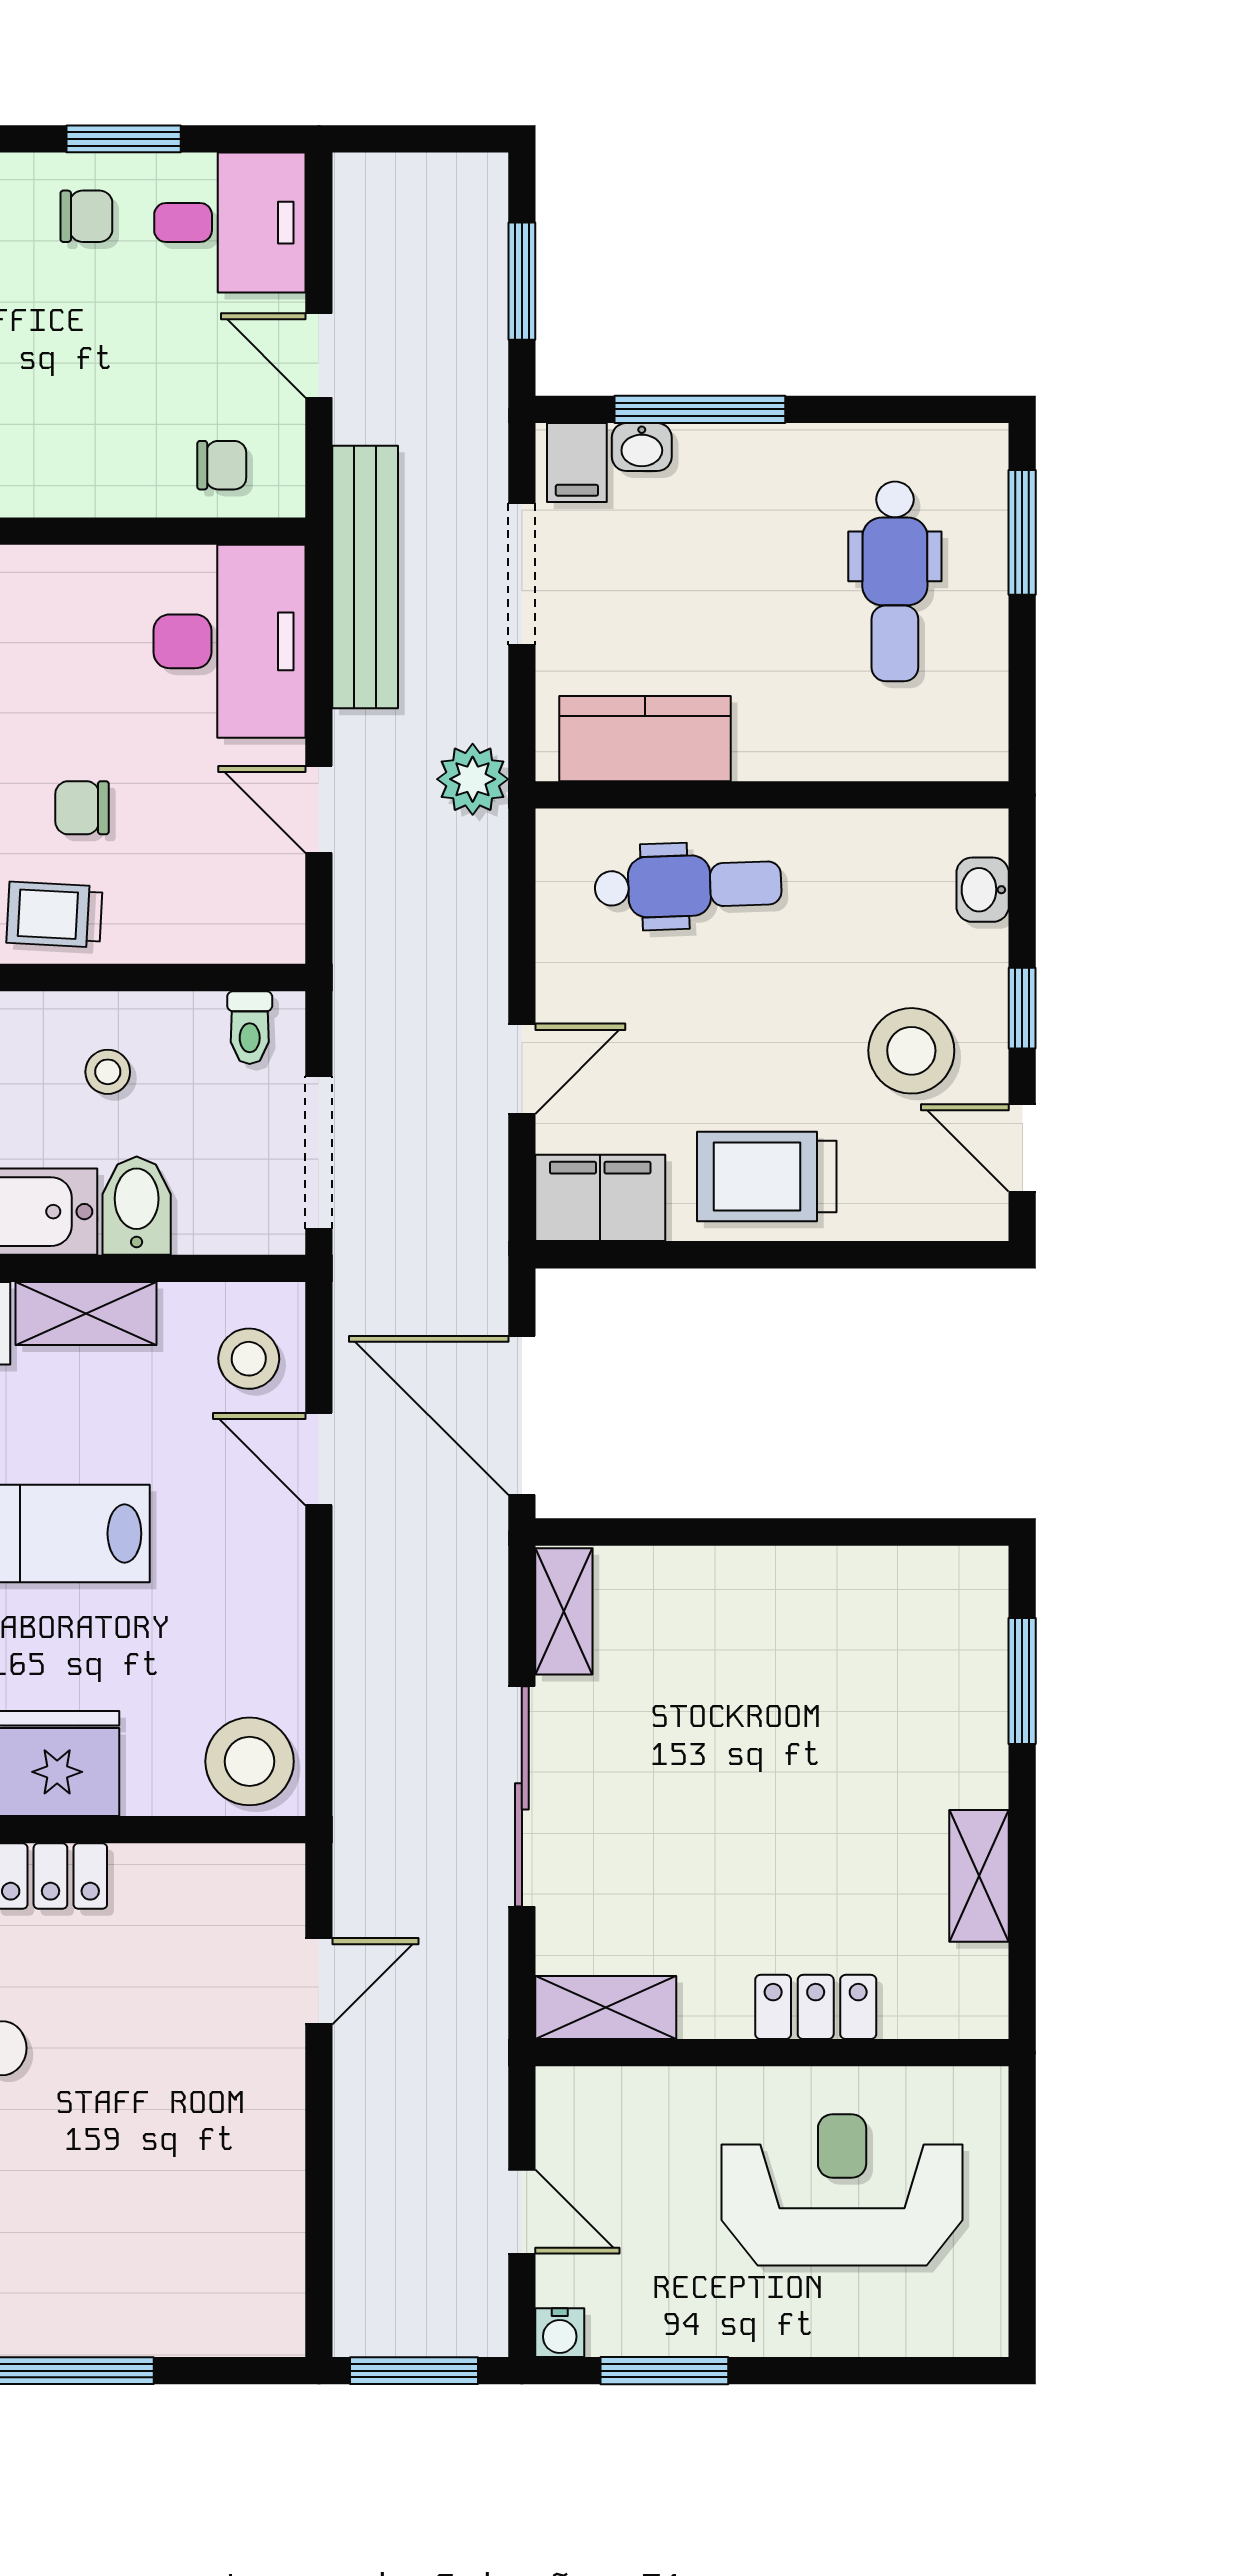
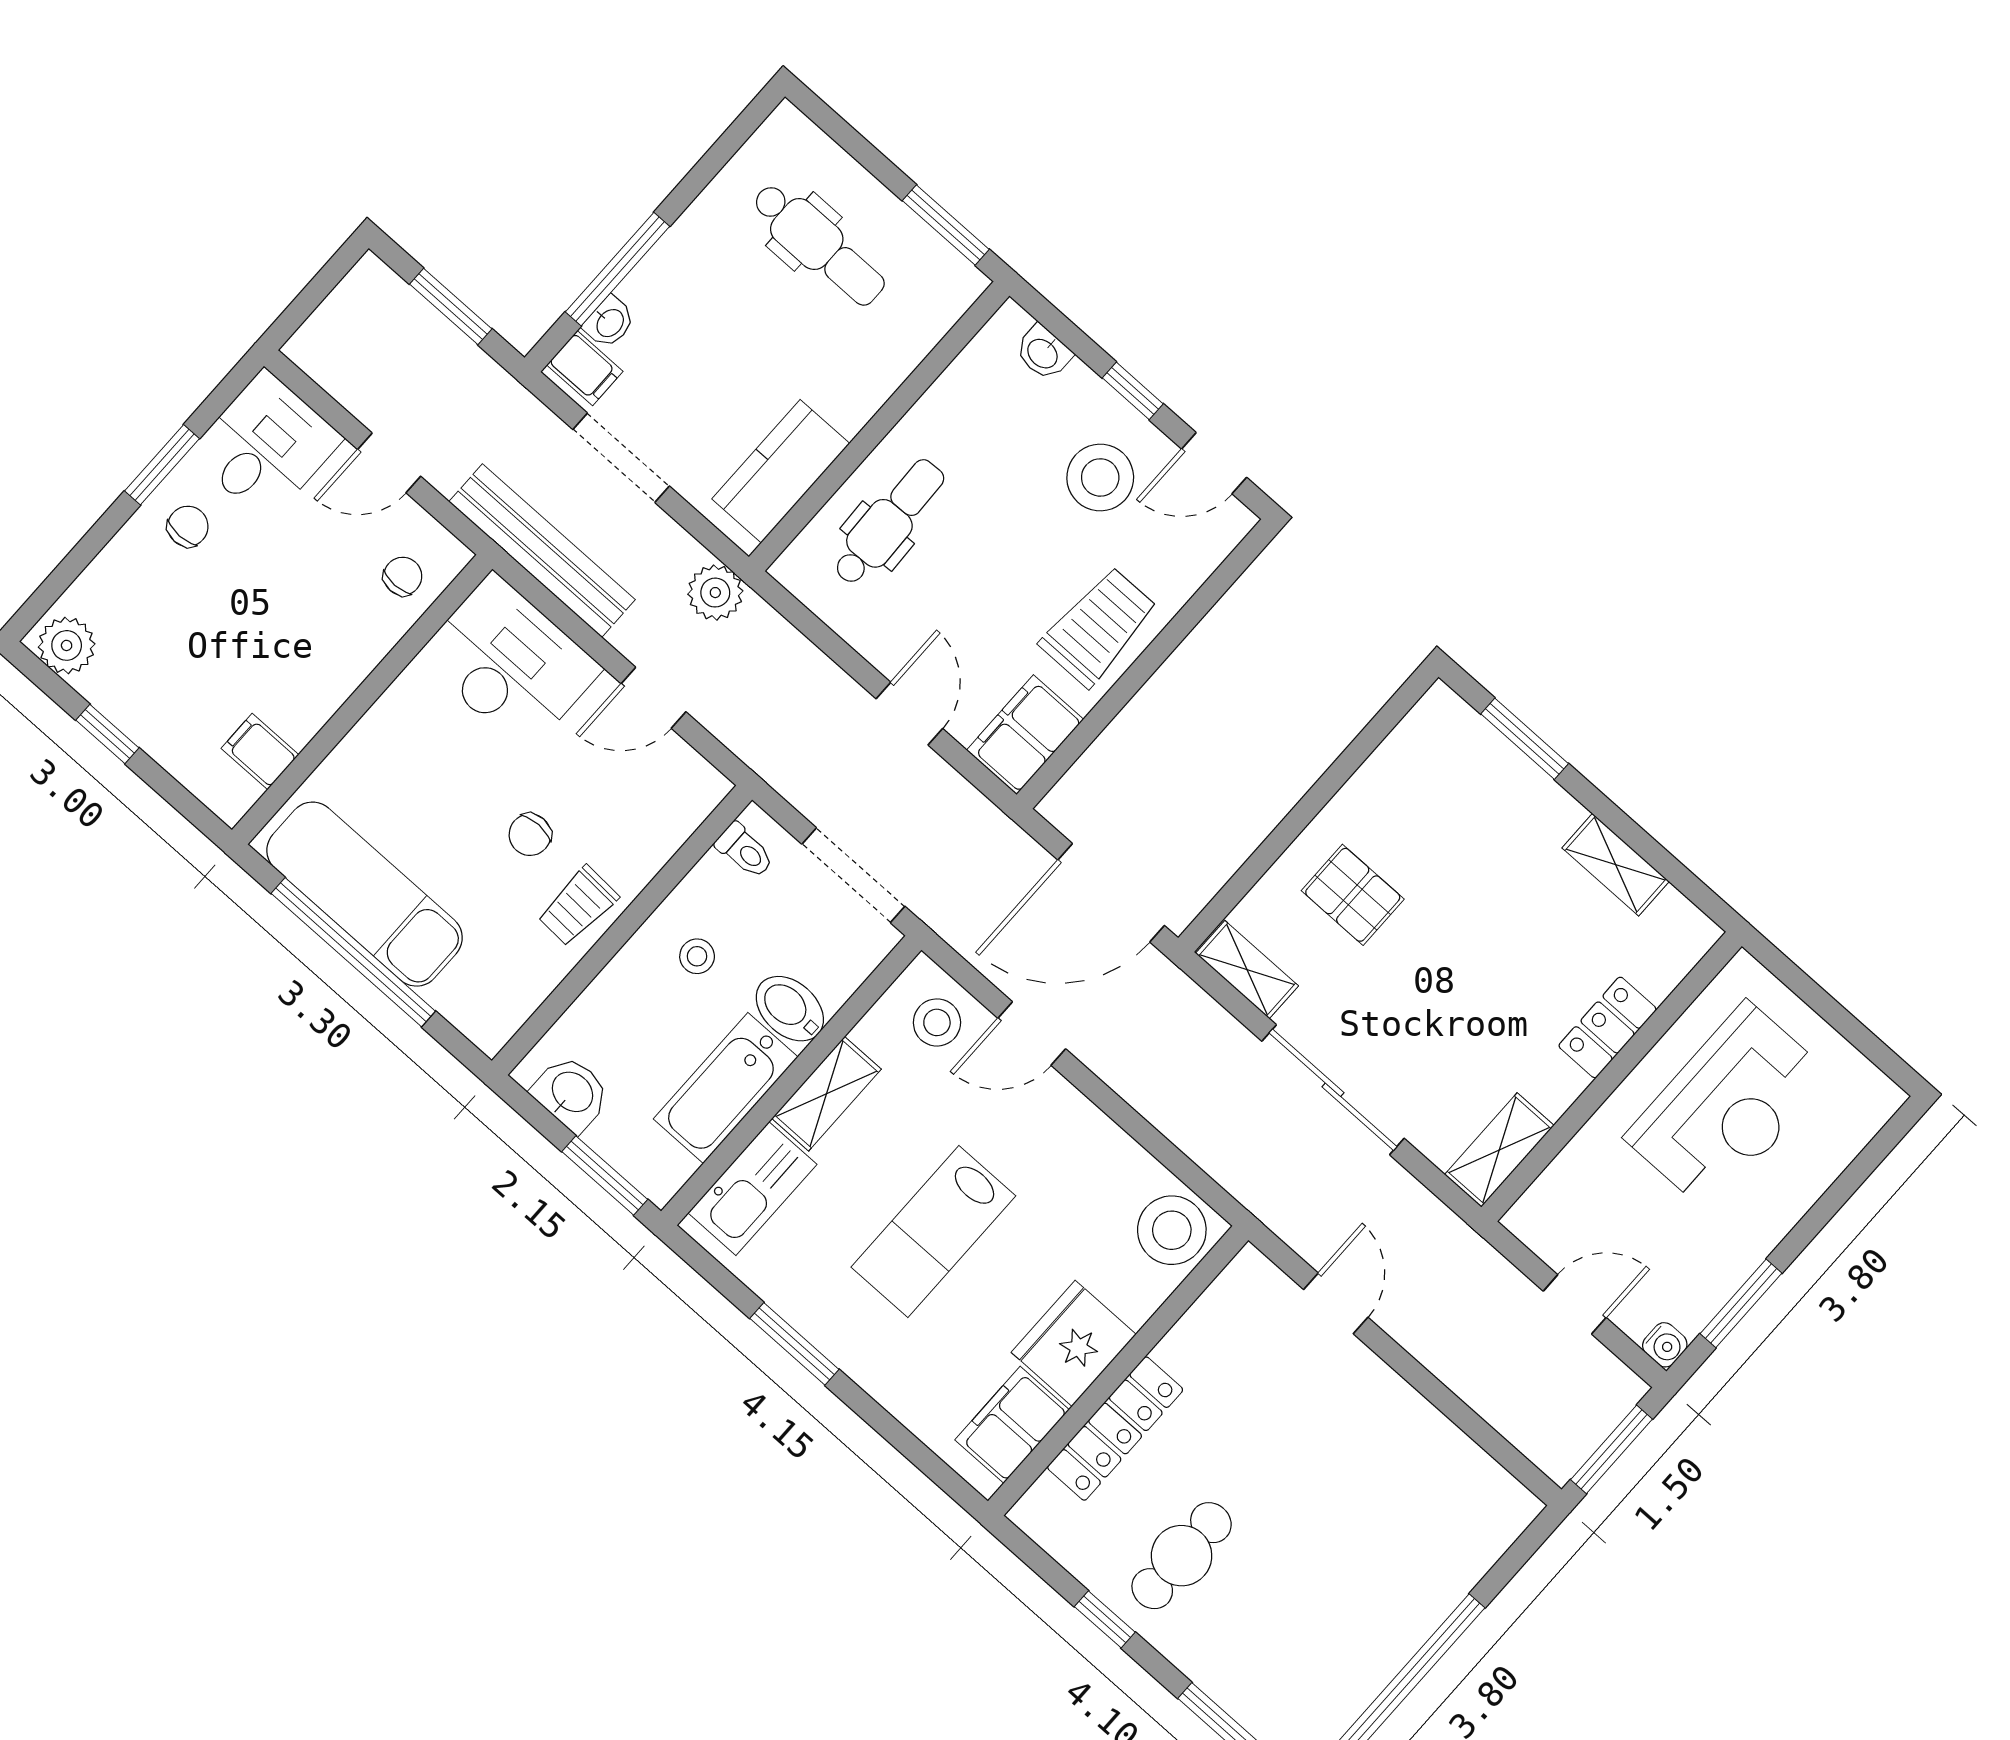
window: (1022, 532) -> (946, 225), moved
trolley: (767, 1177) -> (1099, 627), turned 180
pallet: (726, 1649) -> (1353, 895), added
reception desk: (842, 2190) -> (1728, 1107), turned 180

